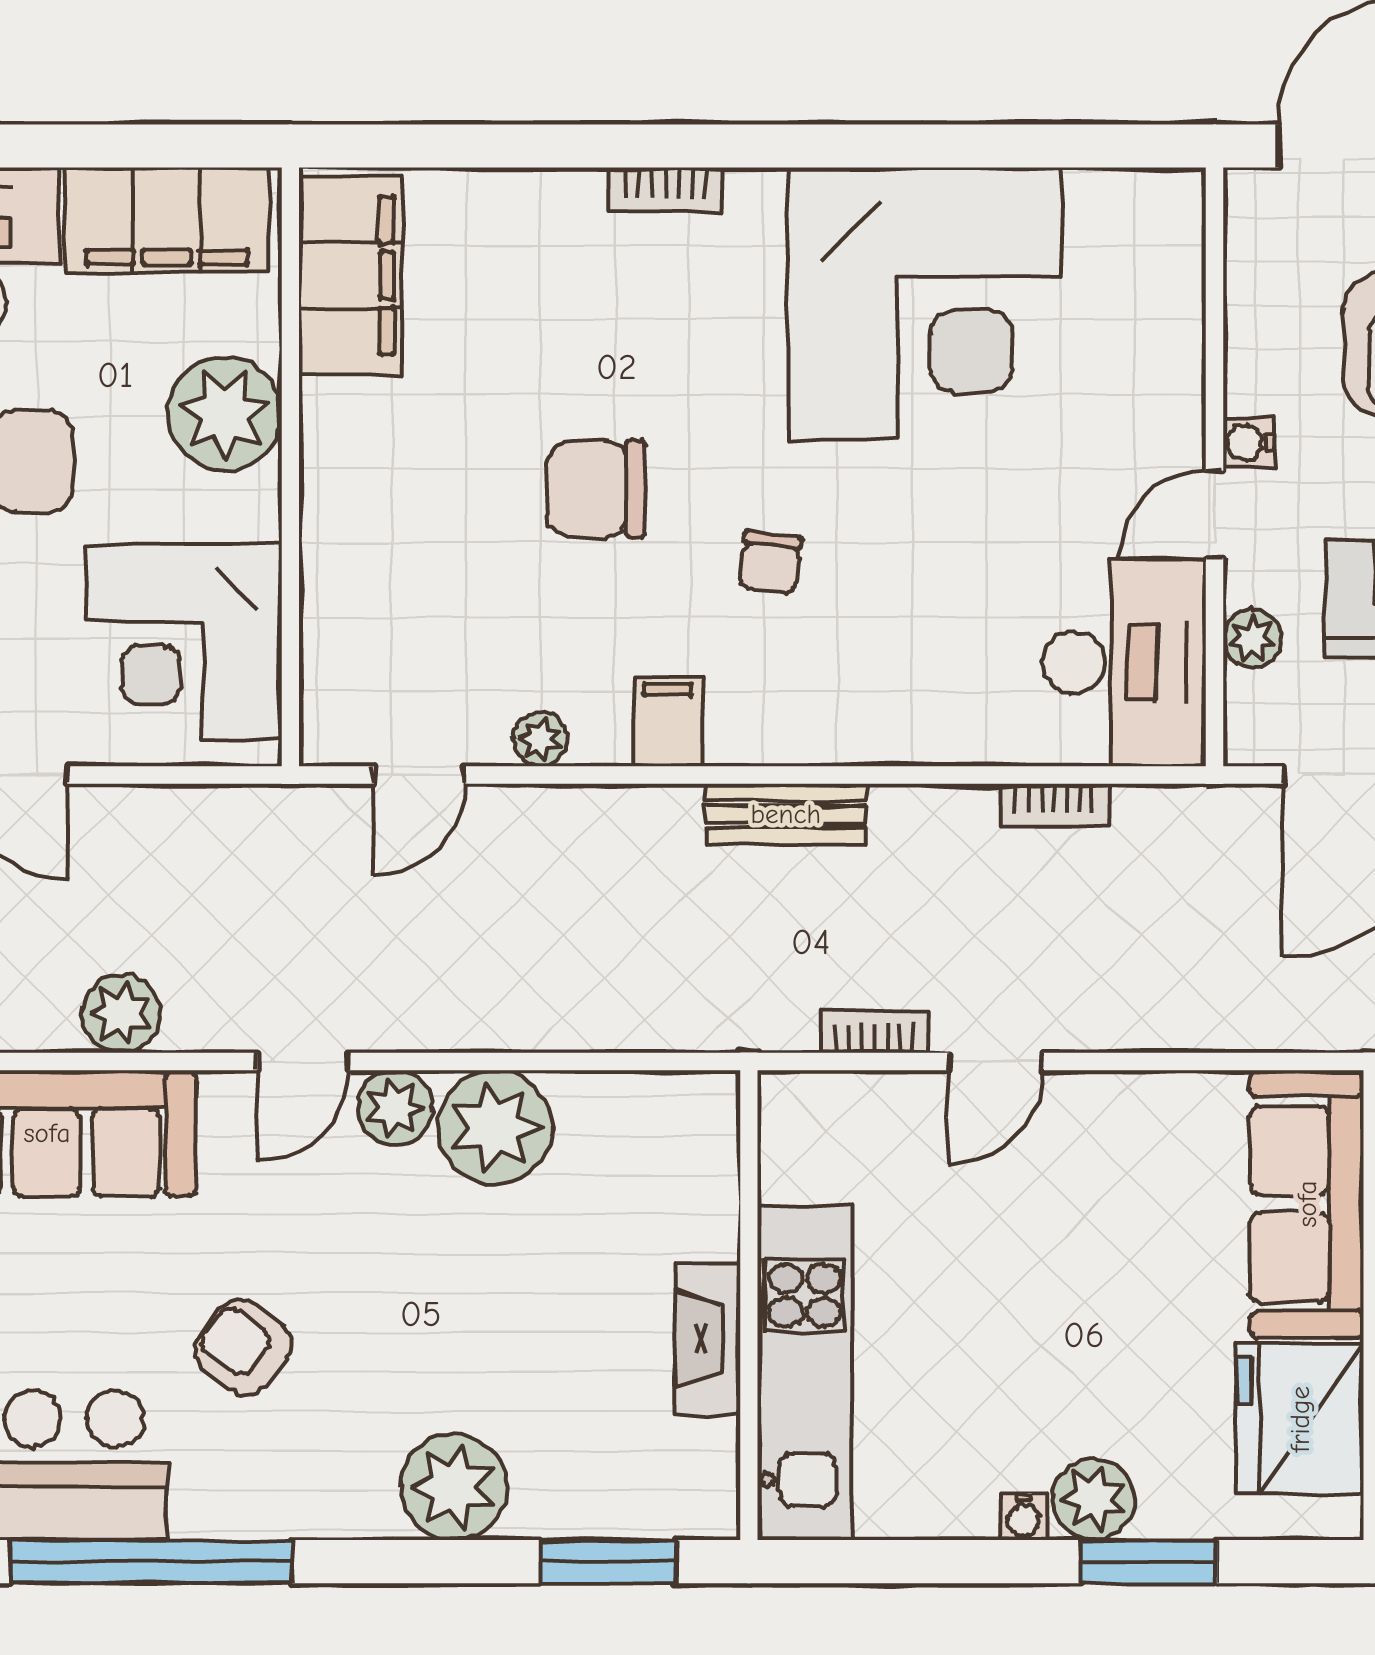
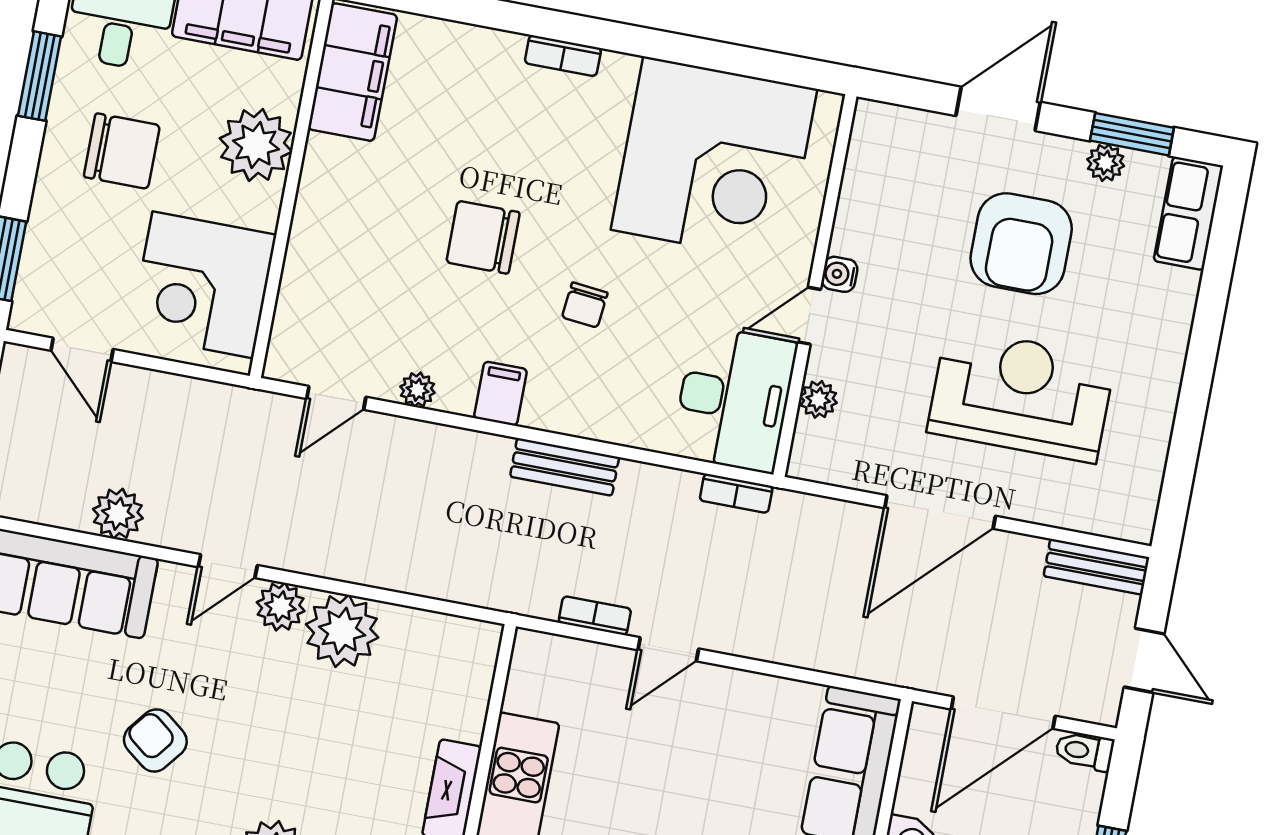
water cooler: (1249, 443) -> (840, 274), moved
wall: (1215, 467) -> (815, 286), moved
door: (1215, 514) -> (809, 316), moved
plant: (1252, 639) -> (818, 399), moved
desk: (1124, 662) -> (734, 399), moved

